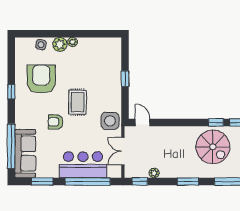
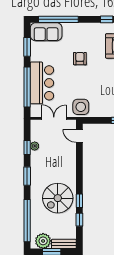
rug: (78, 102) -> (97, 78), removed
door: (143, 122) -> (79, 136), swing flipped
sofa: (25, 154) -> (46, 32), width x0.73
window: (140, 182) -> (27, 148), moved

